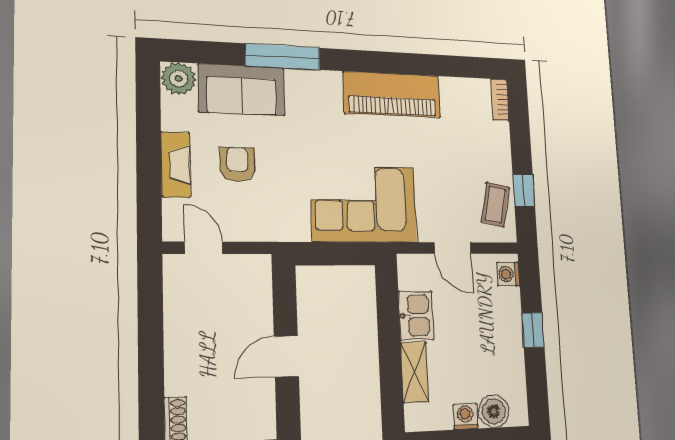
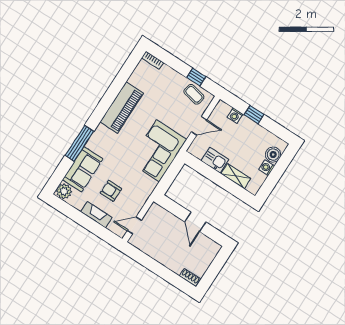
washing machine: (508, 274) -> (235, 116), moved

